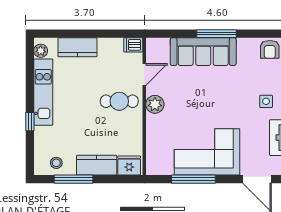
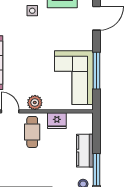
corner sofa: (207, 152) -> (74, 78), moved
fridge: (129, 165) -> (57, 121), moved, turned -90

